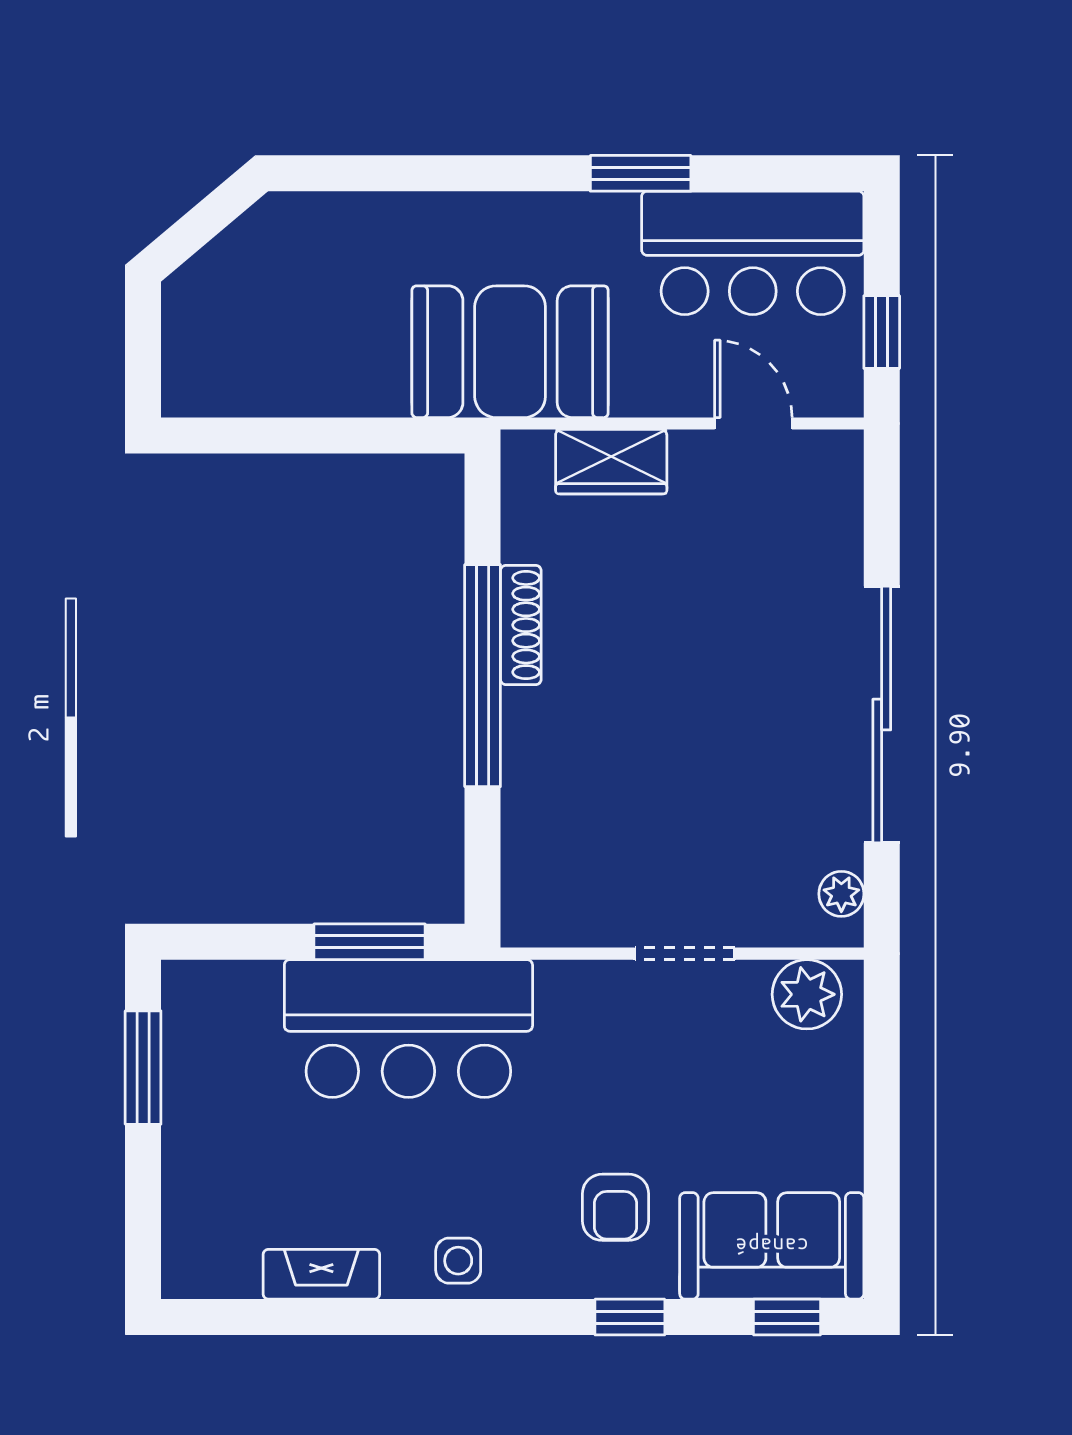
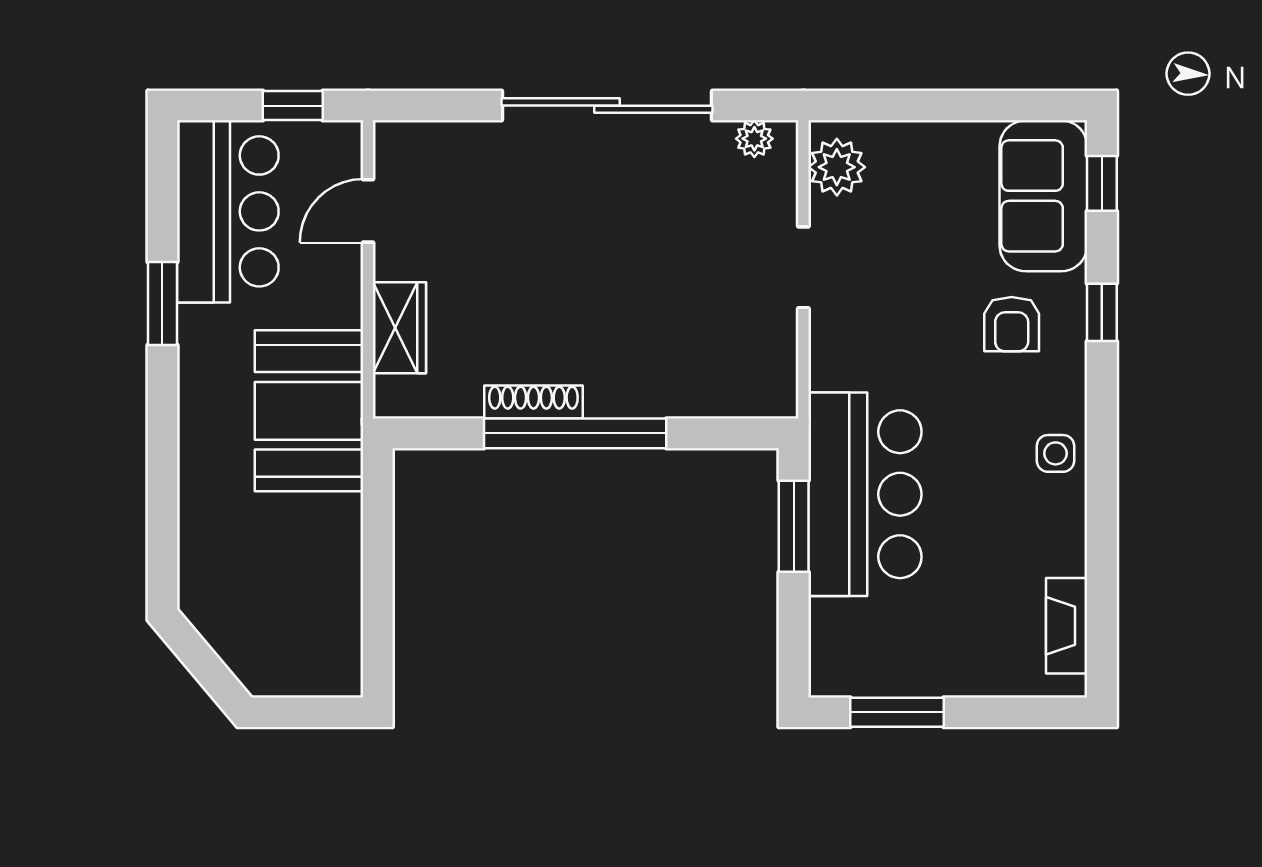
armchair: (615, 1207) -> (1012, 324), turned 90
fireplace: (321, 1274) -> (1067, 626), moved

